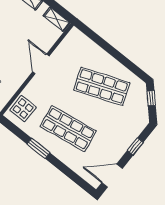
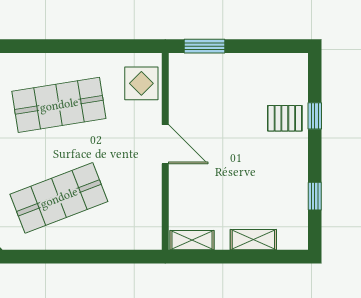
door: (41, 64) -> (165, 144), moved
window: (38, 148) -> (78, 46), removed

